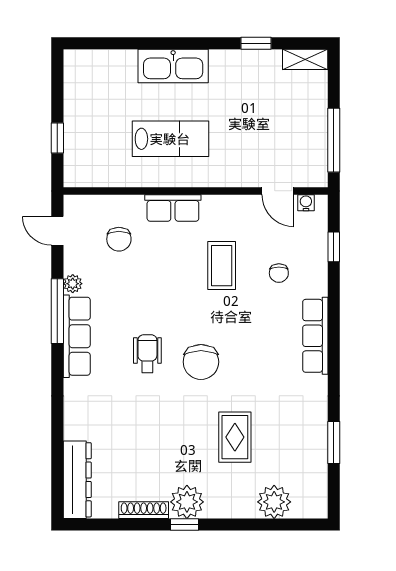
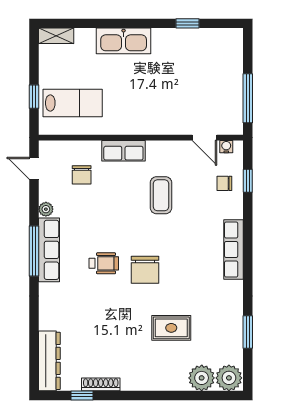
shelving: (305, 59) -> (56, 36), moved
lab bench: (170, 139) -> (73, 103), moved
chair: (279, 273) -> (224, 183), moved, turned 90
window: (57, 311) -> (34, 251), moved
wheelchair: (147, 354) -> (104, 263), turned 90
rug: (235, 437) -> (171, 328), turned 90
plant: (187, 502) -> (229, 378), moved
window: (185, 525) -> (82, 395), moved

